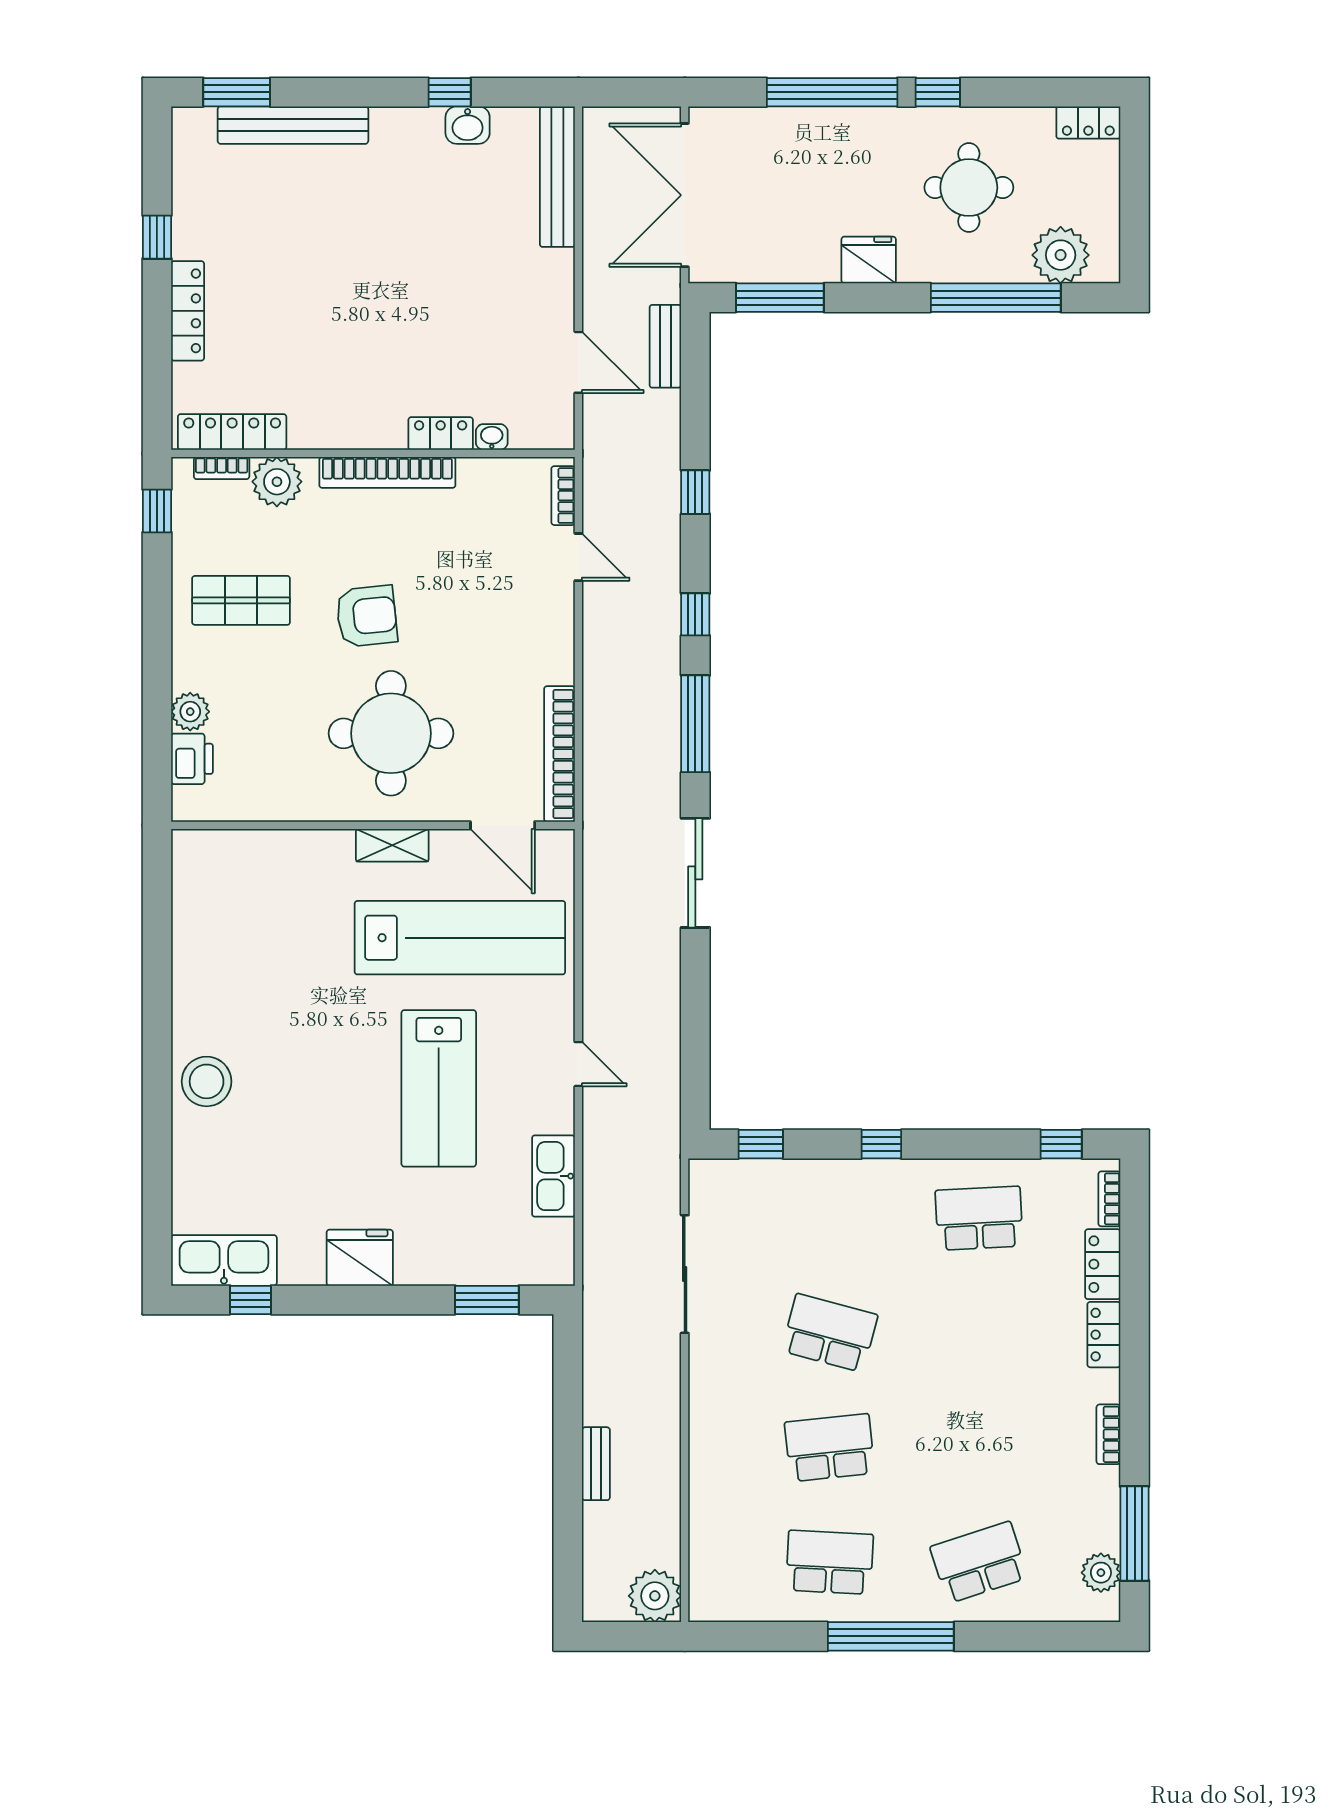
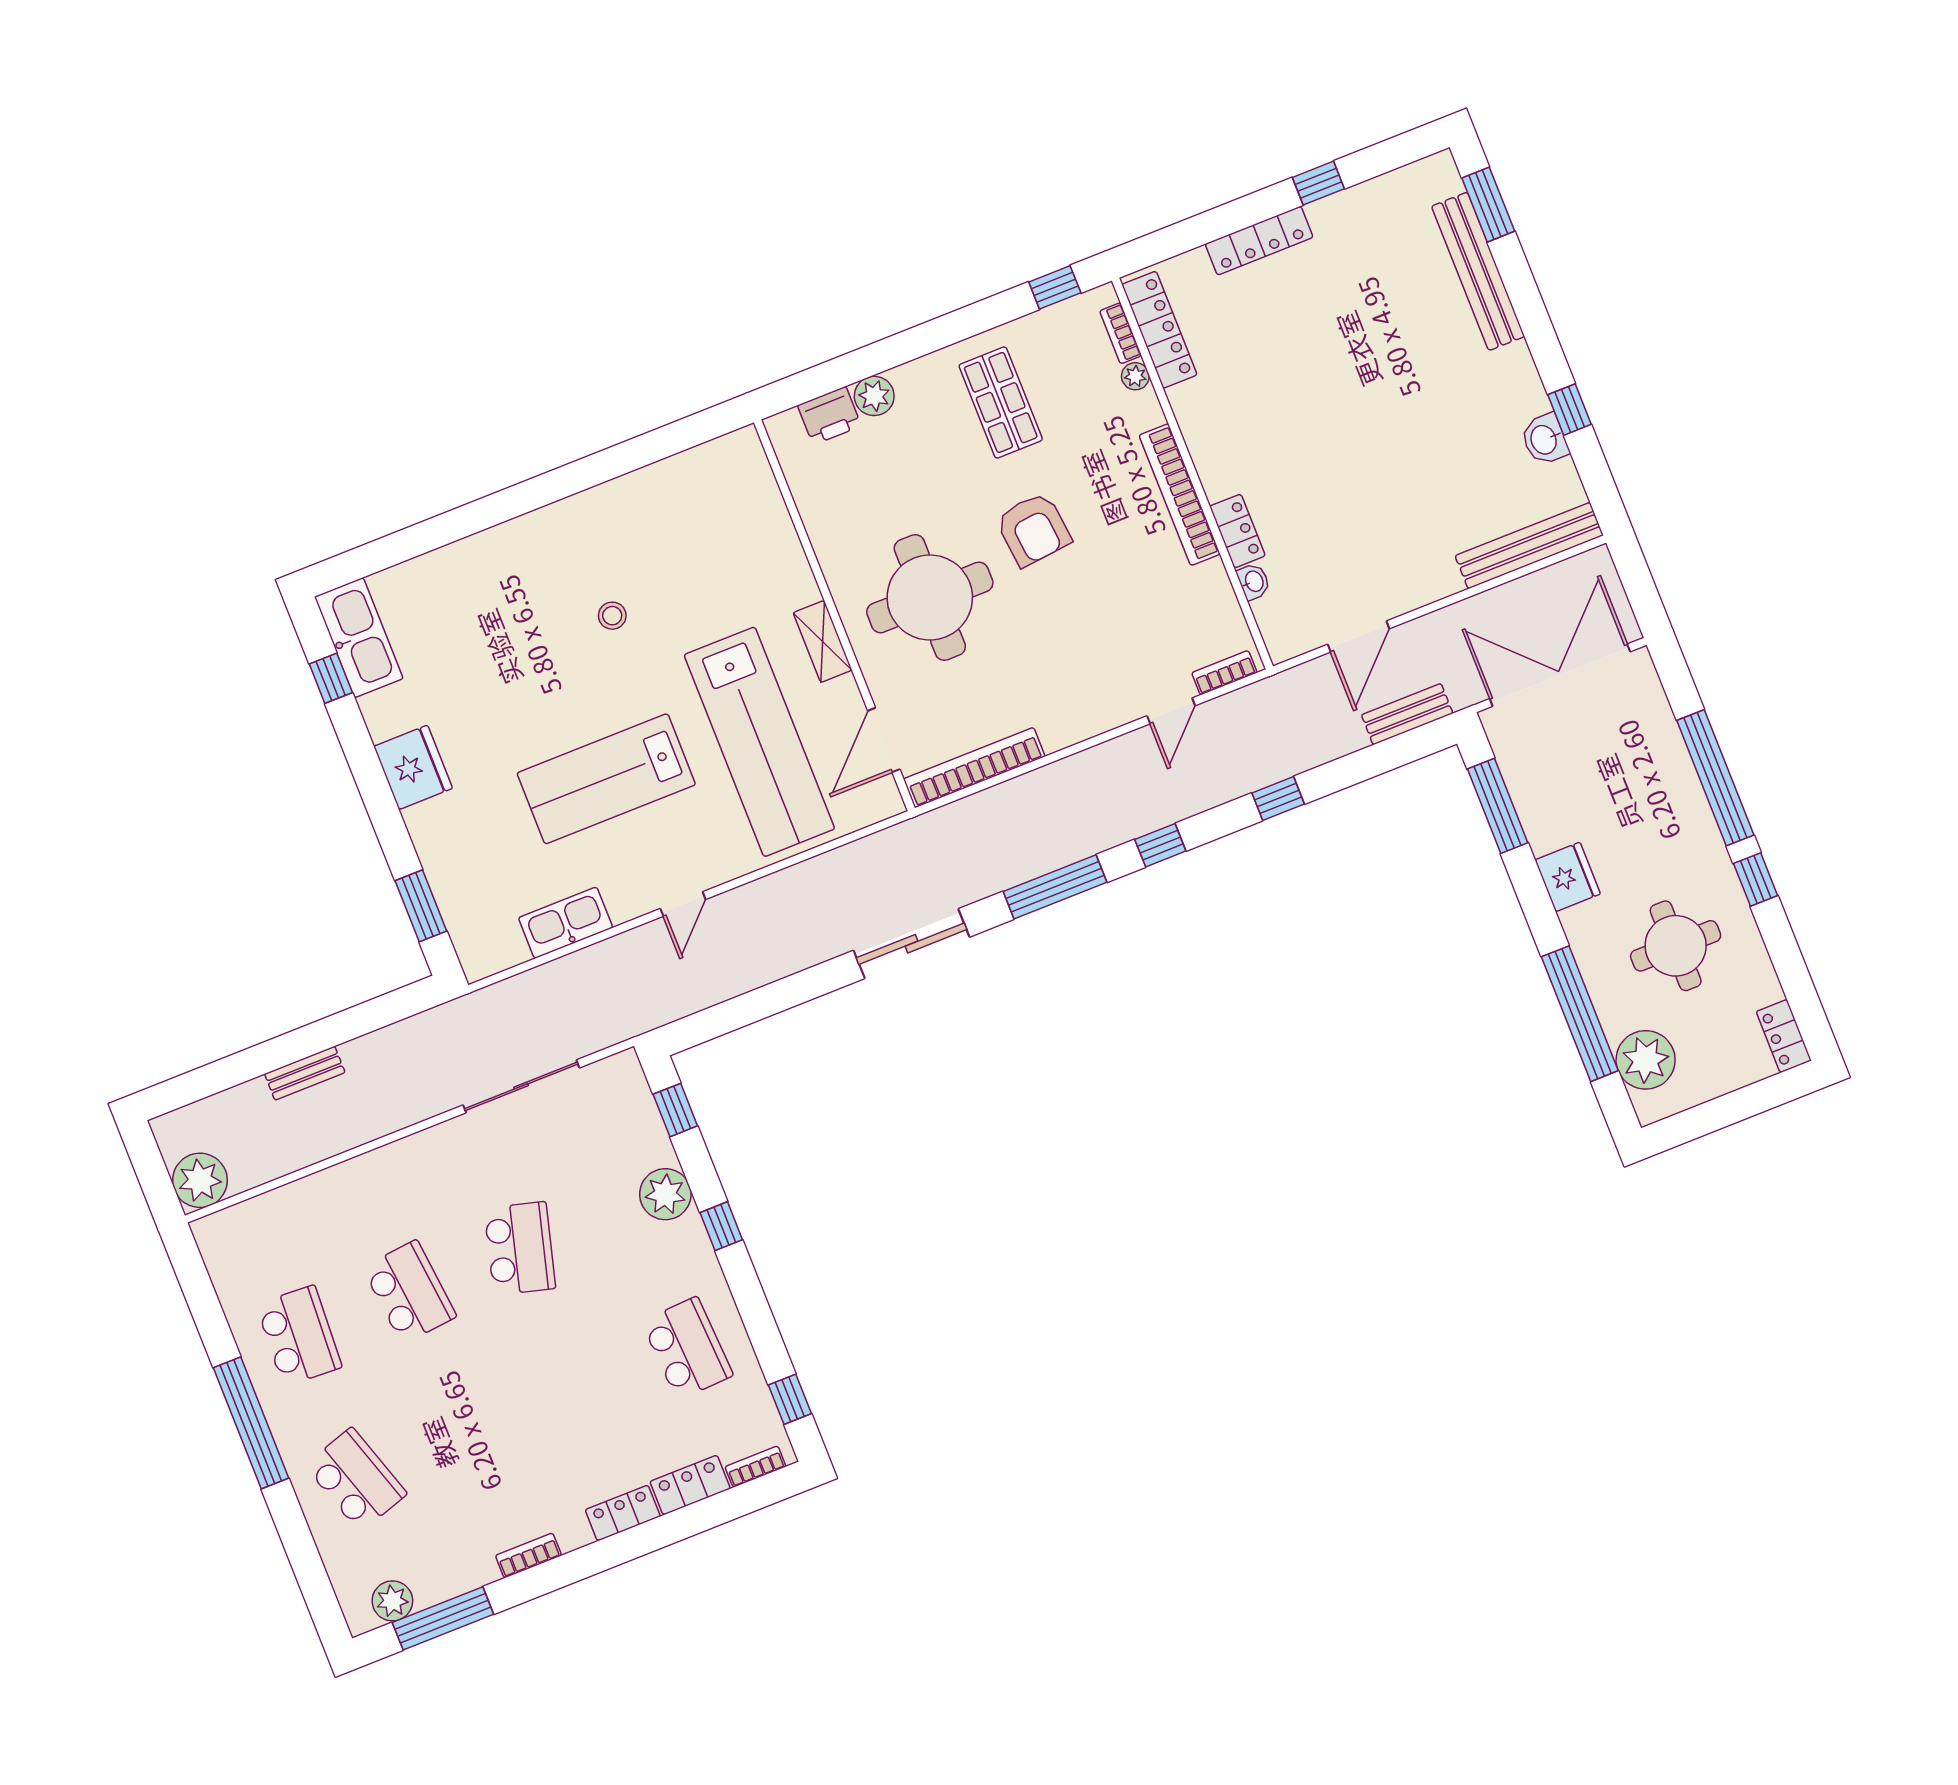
plant: (277, 482) -> (1135, 376), width x0.53, depth x0.53
stool: (207, 1081) -> (612, 616), moved, width x0.53, depth x0.53
plant: (833, 1183) -> (665, 1194), added

